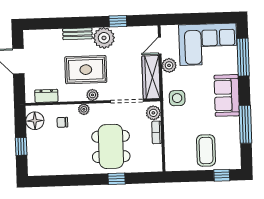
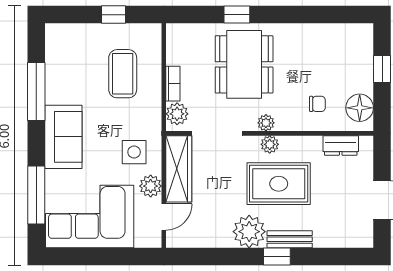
window: (118, 21) -> (277, 257), moved
side table: (177, 98) -> (134, 152), moved
plant: (84, 109) -> (266, 123), moved
coffee table: (206, 150) -> (123, 74), moved
window: (222, 175) -> (113, 15), moved

